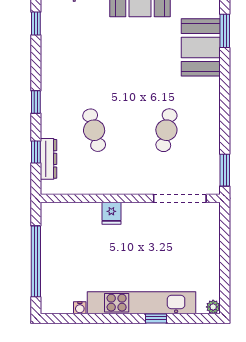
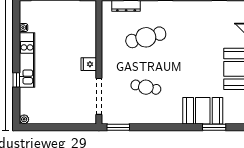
cafe table: (94, 130) -> (146, 37), width x1.37, depth x1.35
fridge: (111, 213) -> (89, 64), moved
kitchen unit: (141, 303) -> (27, 60), width x0.73

